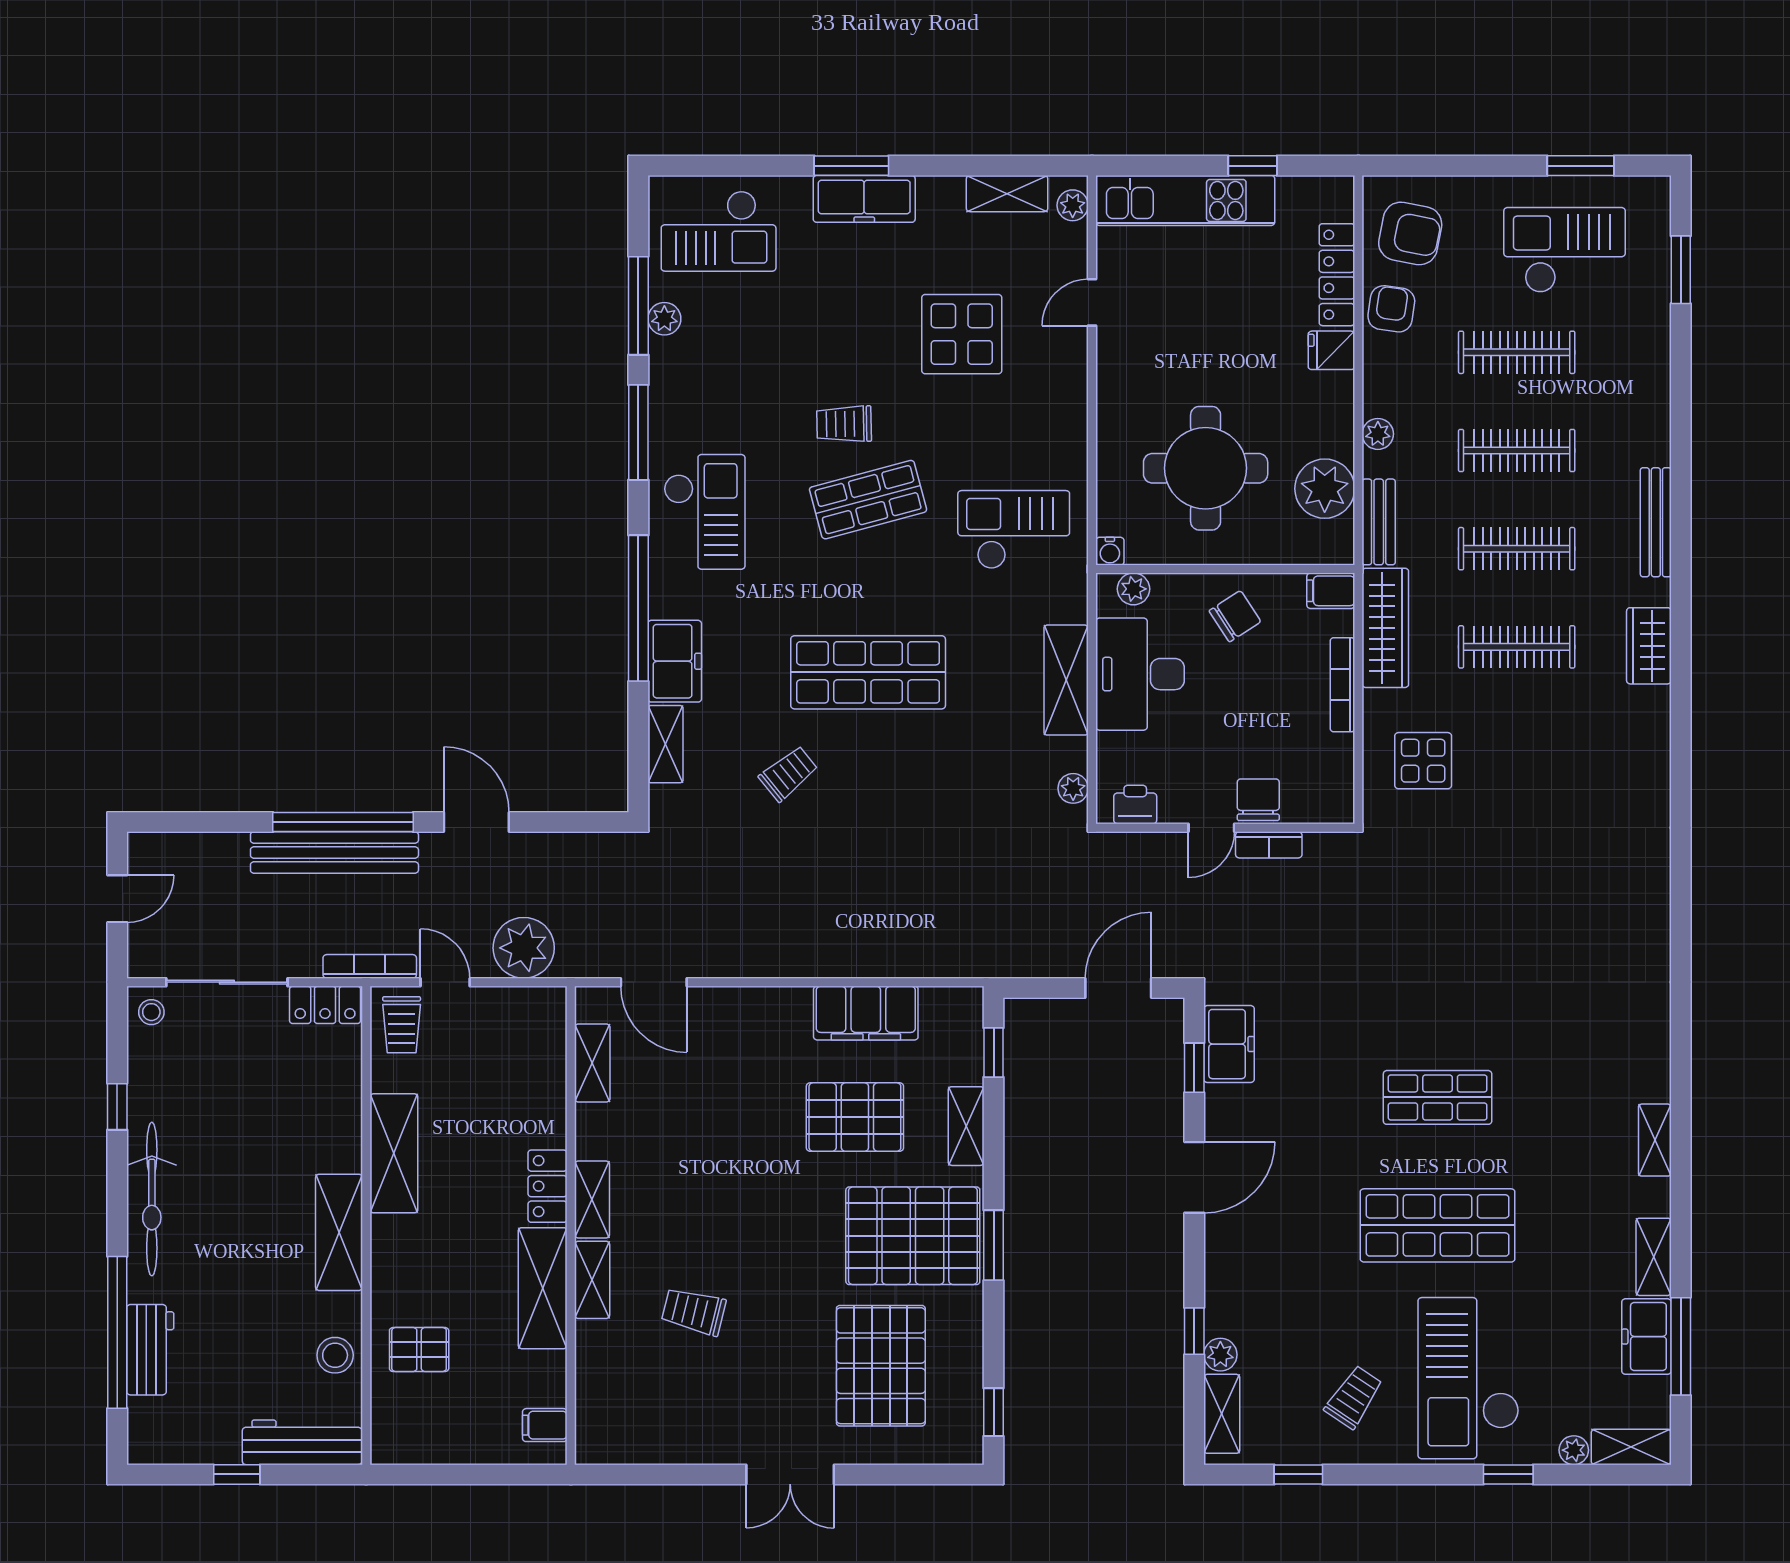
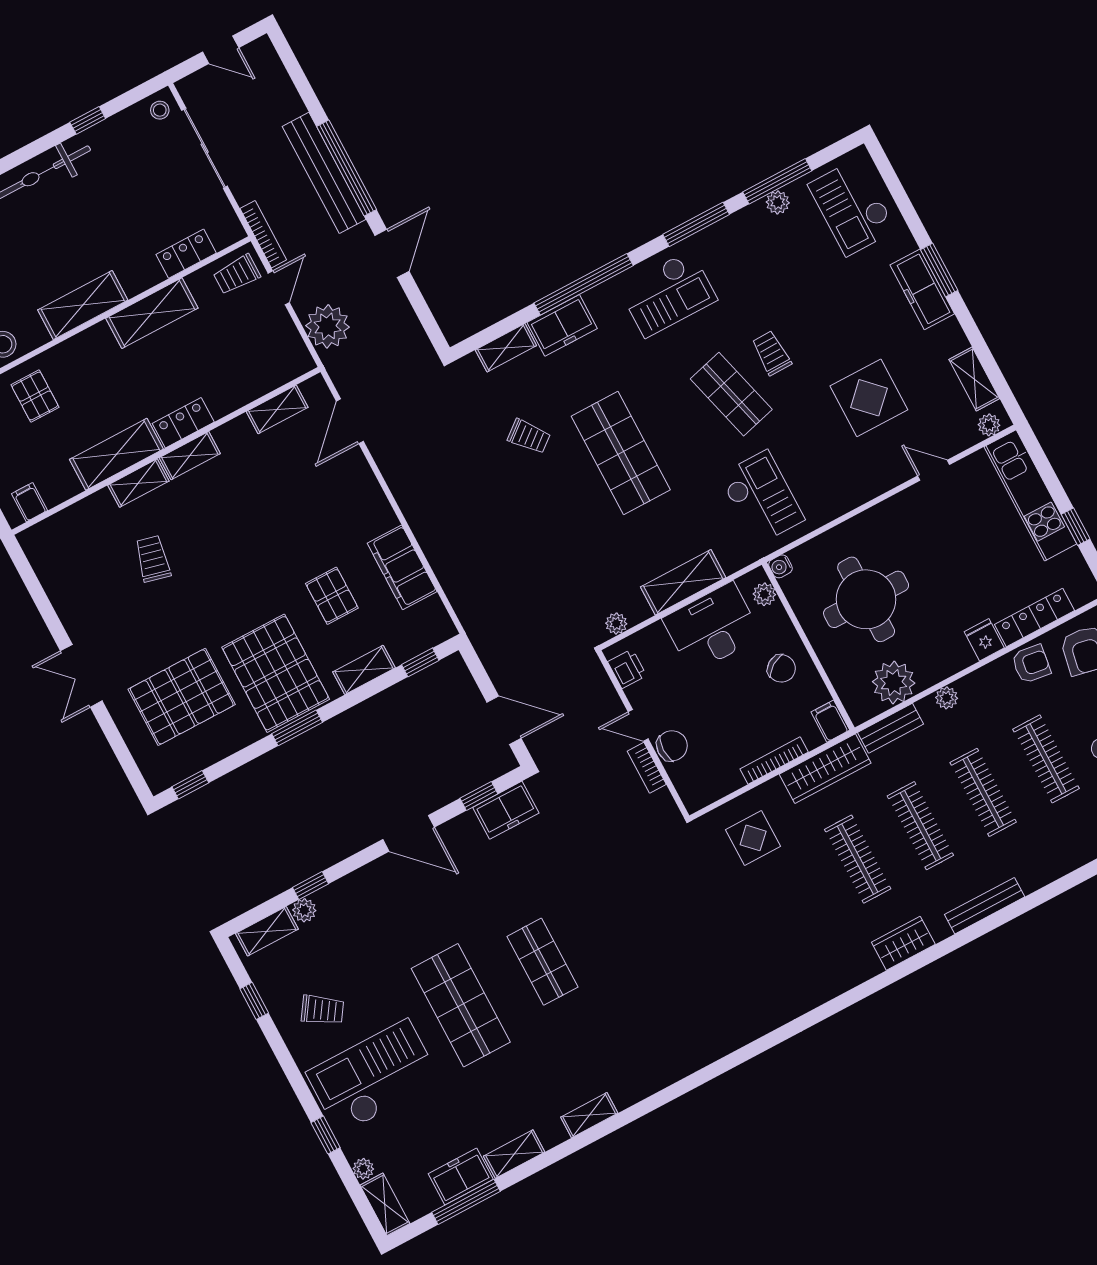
locker: (325, 1005) -> (186, 254), moved, turned 90
pallet: (855, 1117) -> (332, 596), width x0.67, depth x0.71

